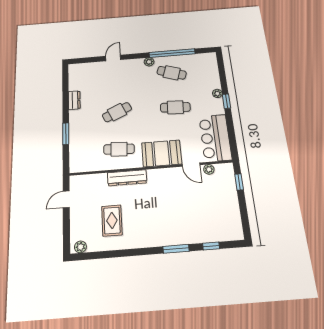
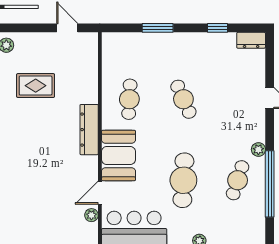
window: (65, 94) -> (217, 28), added
dresser: (74, 100) -> (251, 40), moved
cafe table: (175, 107) -> (183, 180), width x1.37, depth x1.35
dresser: (127, 178) -> (89, 130), moved

